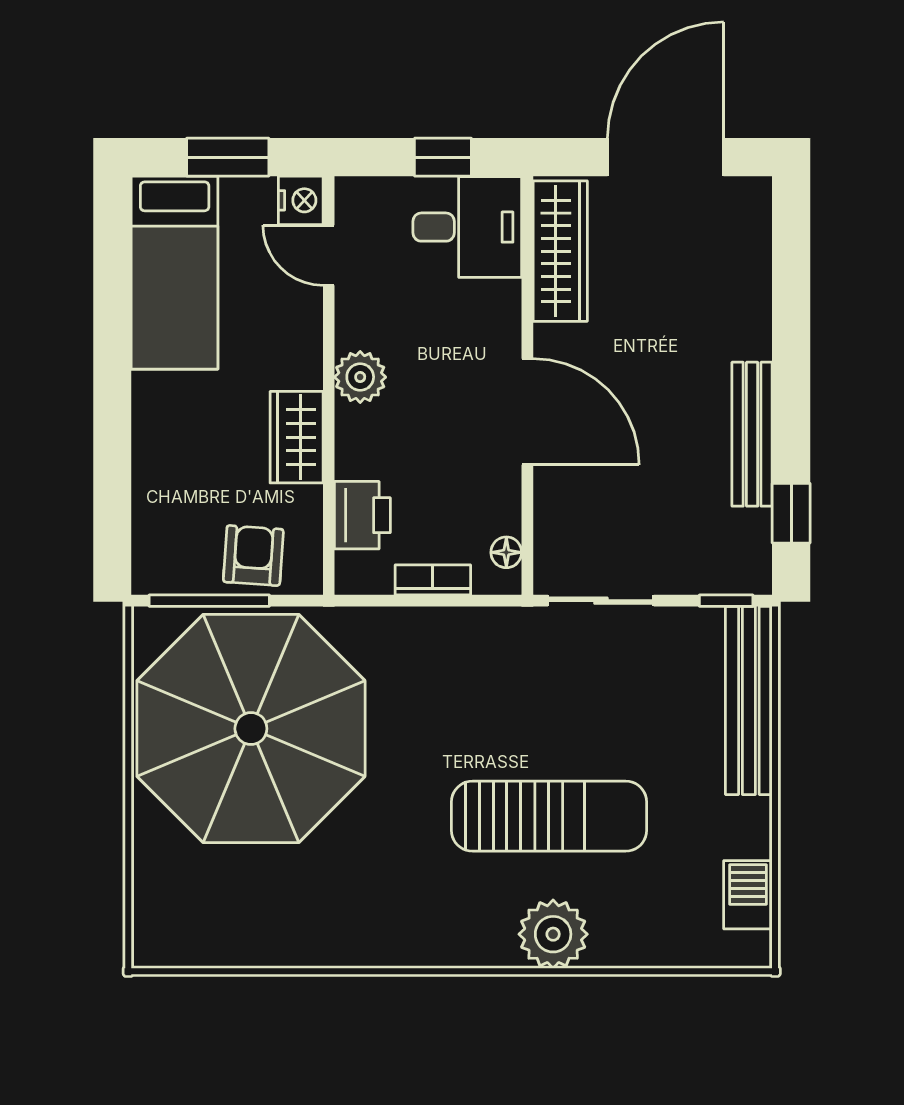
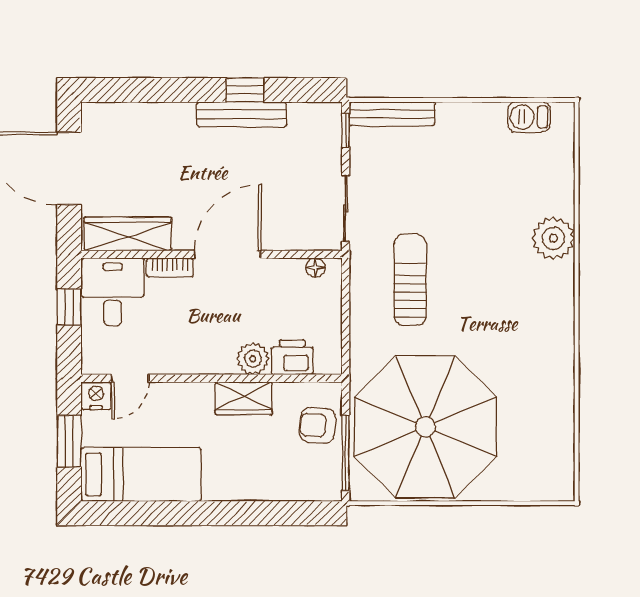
plant: (360, 377) -> (253, 359), moved
window: (791, 513) -> (245, 90), moved
bookcase: (433, 580) -> (170, 267), moved, turned -90
bench: (749, 700) -> (392, 114), width x0.73, depth x0.82
sun lounger: (549, 816) -> (410, 280), moved, width x0.73, depth x0.75

